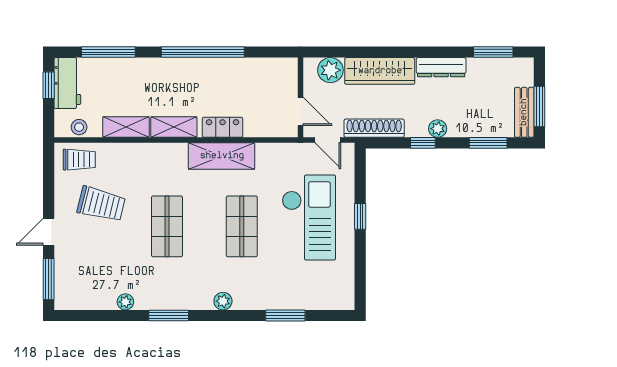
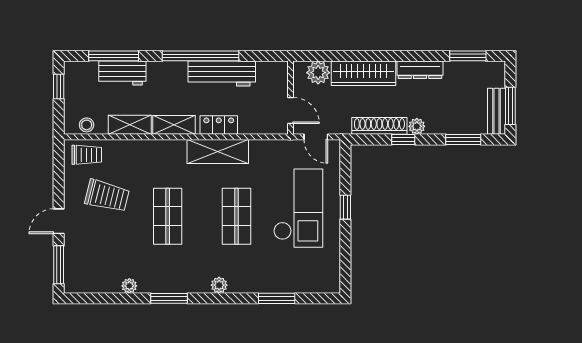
workbench: (226, 71) -> (222, 73), added
workbench: (67, 83) -> (122, 73), moved, turned 90
shoe rack: (374, 128) -> (379, 126), moved

